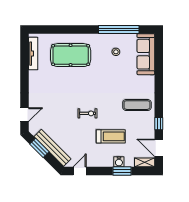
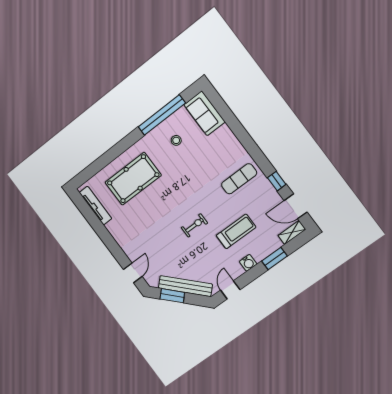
sofa: (146, 54) -> (205, 113), width x0.73
water cooler: (119, 162) -> (248, 263), moved

